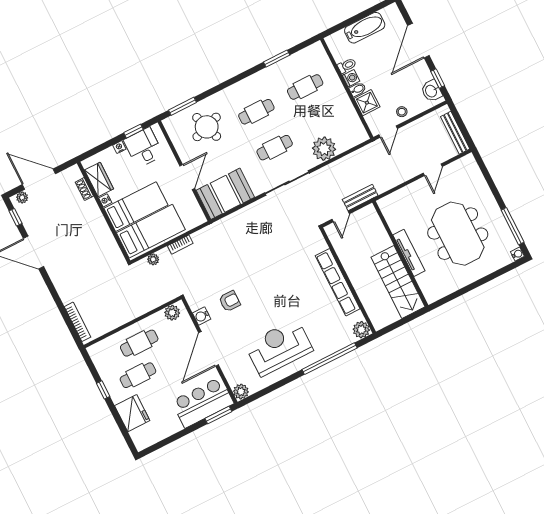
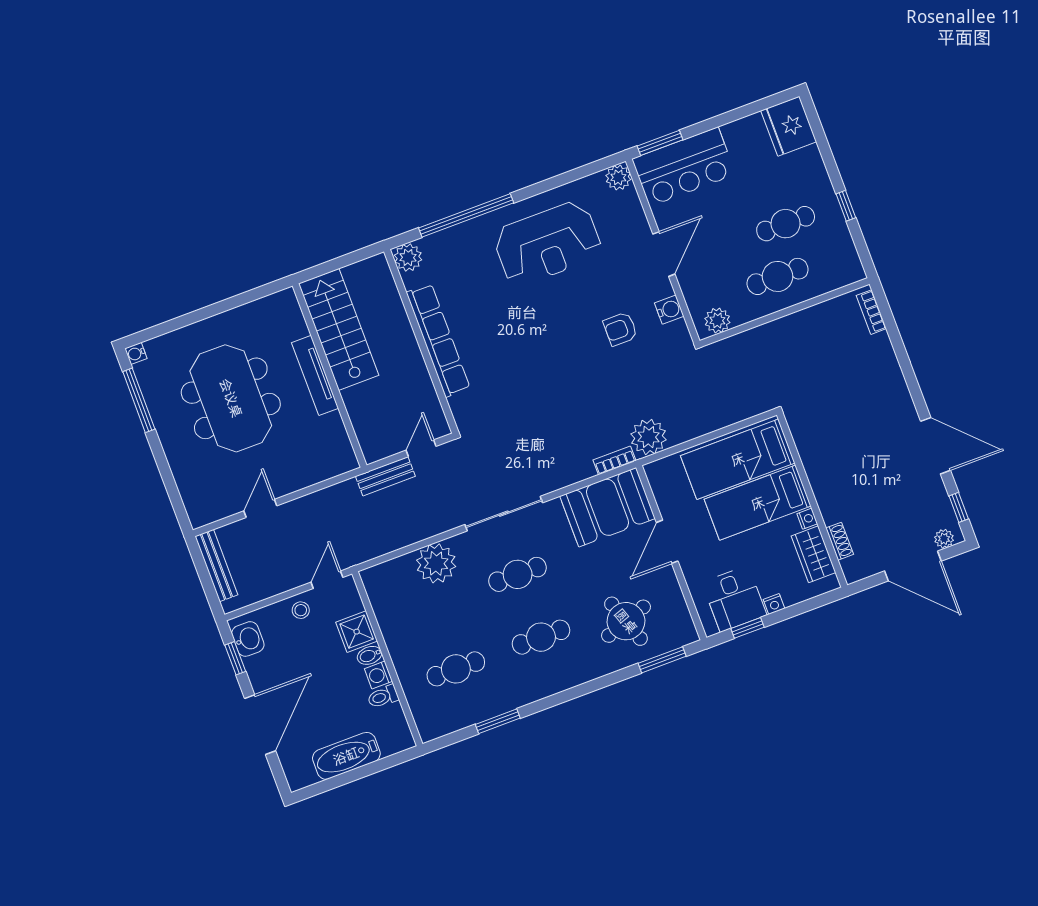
bookcase: (180, 245) -> (614, 460), moved
plant: (153, 259) -> (649, 437), moved, width x1.88, depth x1.88
bookcase: (78, 322) -> (871, 312), width x0.64
door: (209, 349) -> (664, 254), width x0.73
fridge: (132, 413) -> (789, 126), moved

